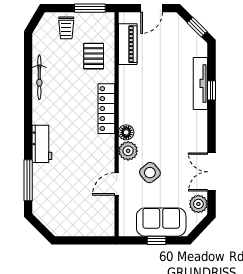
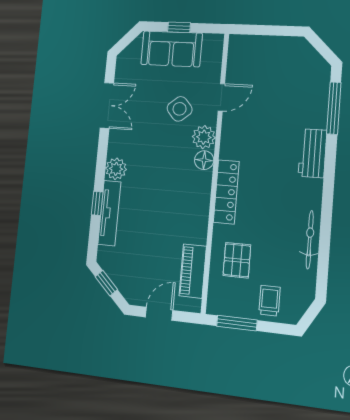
plant: (198, 204) -> (116, 169), moved

